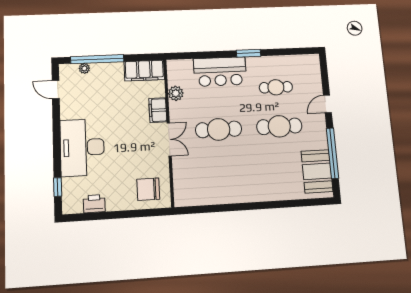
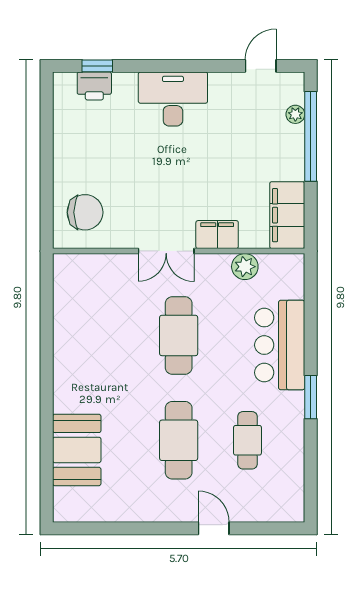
desk: (82, 147) -> (173, 99), width x0.73, depth x0.77
window: (332, 153) -> (127, 528), removed
booth: (317, 171) -> (77, 450), moved, turned 90
chair: (148, 189) -> (85, 212), turned 90
printer: (94, 204) -> (94, 86), moved, turned 90

